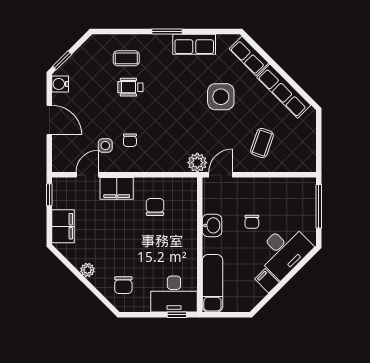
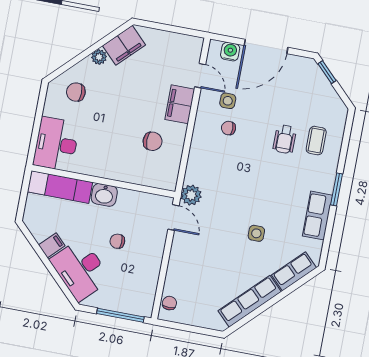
water cooler: (60, 84) -> (230, 52), moved
wheelchair: (130, 87) -> (285, 139), turned 180
side table: (221, 97) -> (256, 233), width x0.54, depth x0.54
door: (49, 120) -> (266, 46), width x1.36
coffee table: (262, 143) -> (199, 268), removed
chair: (299, 164) -> (169, 303), added
window: (49, 195) -> (187, 31), removed
washbasin: (212, 225) -> (104, 195), moved
filing cabinet: (63, 226) -> (124, 45), moved, turned -45
window: (177, 315) -> (34, 143), removed

